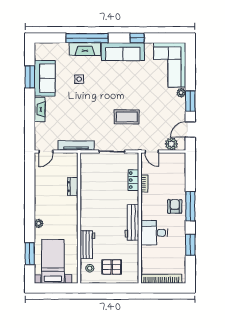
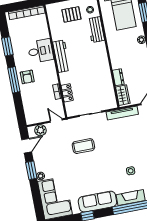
wardrobe: (72, 165) -> (123, 95), added

